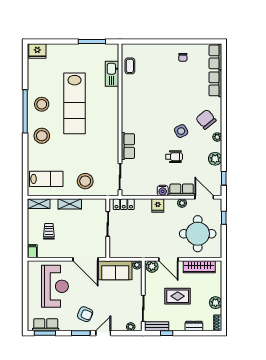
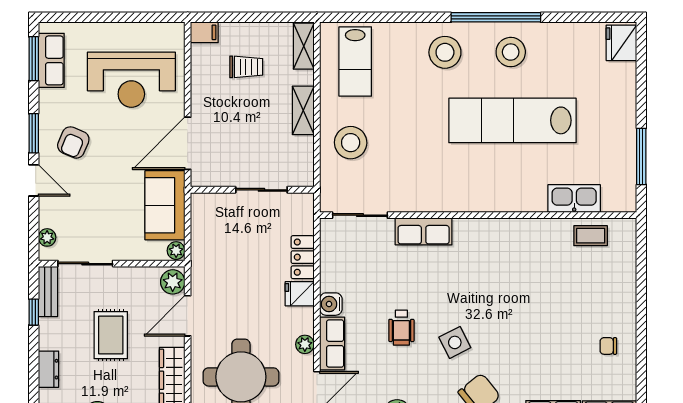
locker: (124, 204) -> (303, 257), moved

